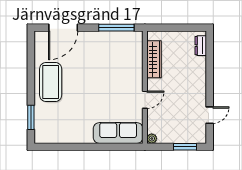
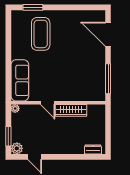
wardrobe: (154, 59) -> (71, 110), moved
coffee table: (51, 82) -> (41, 34), moved, turned 90
plant: (199, 137) -> (17, 148), added

